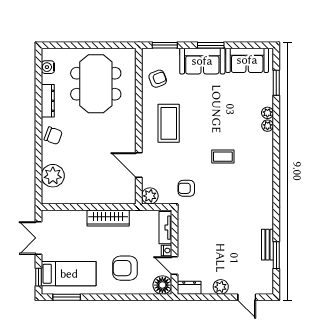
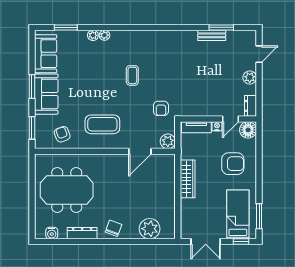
armchair: (125, 268) -> (233, 164), turned -90

